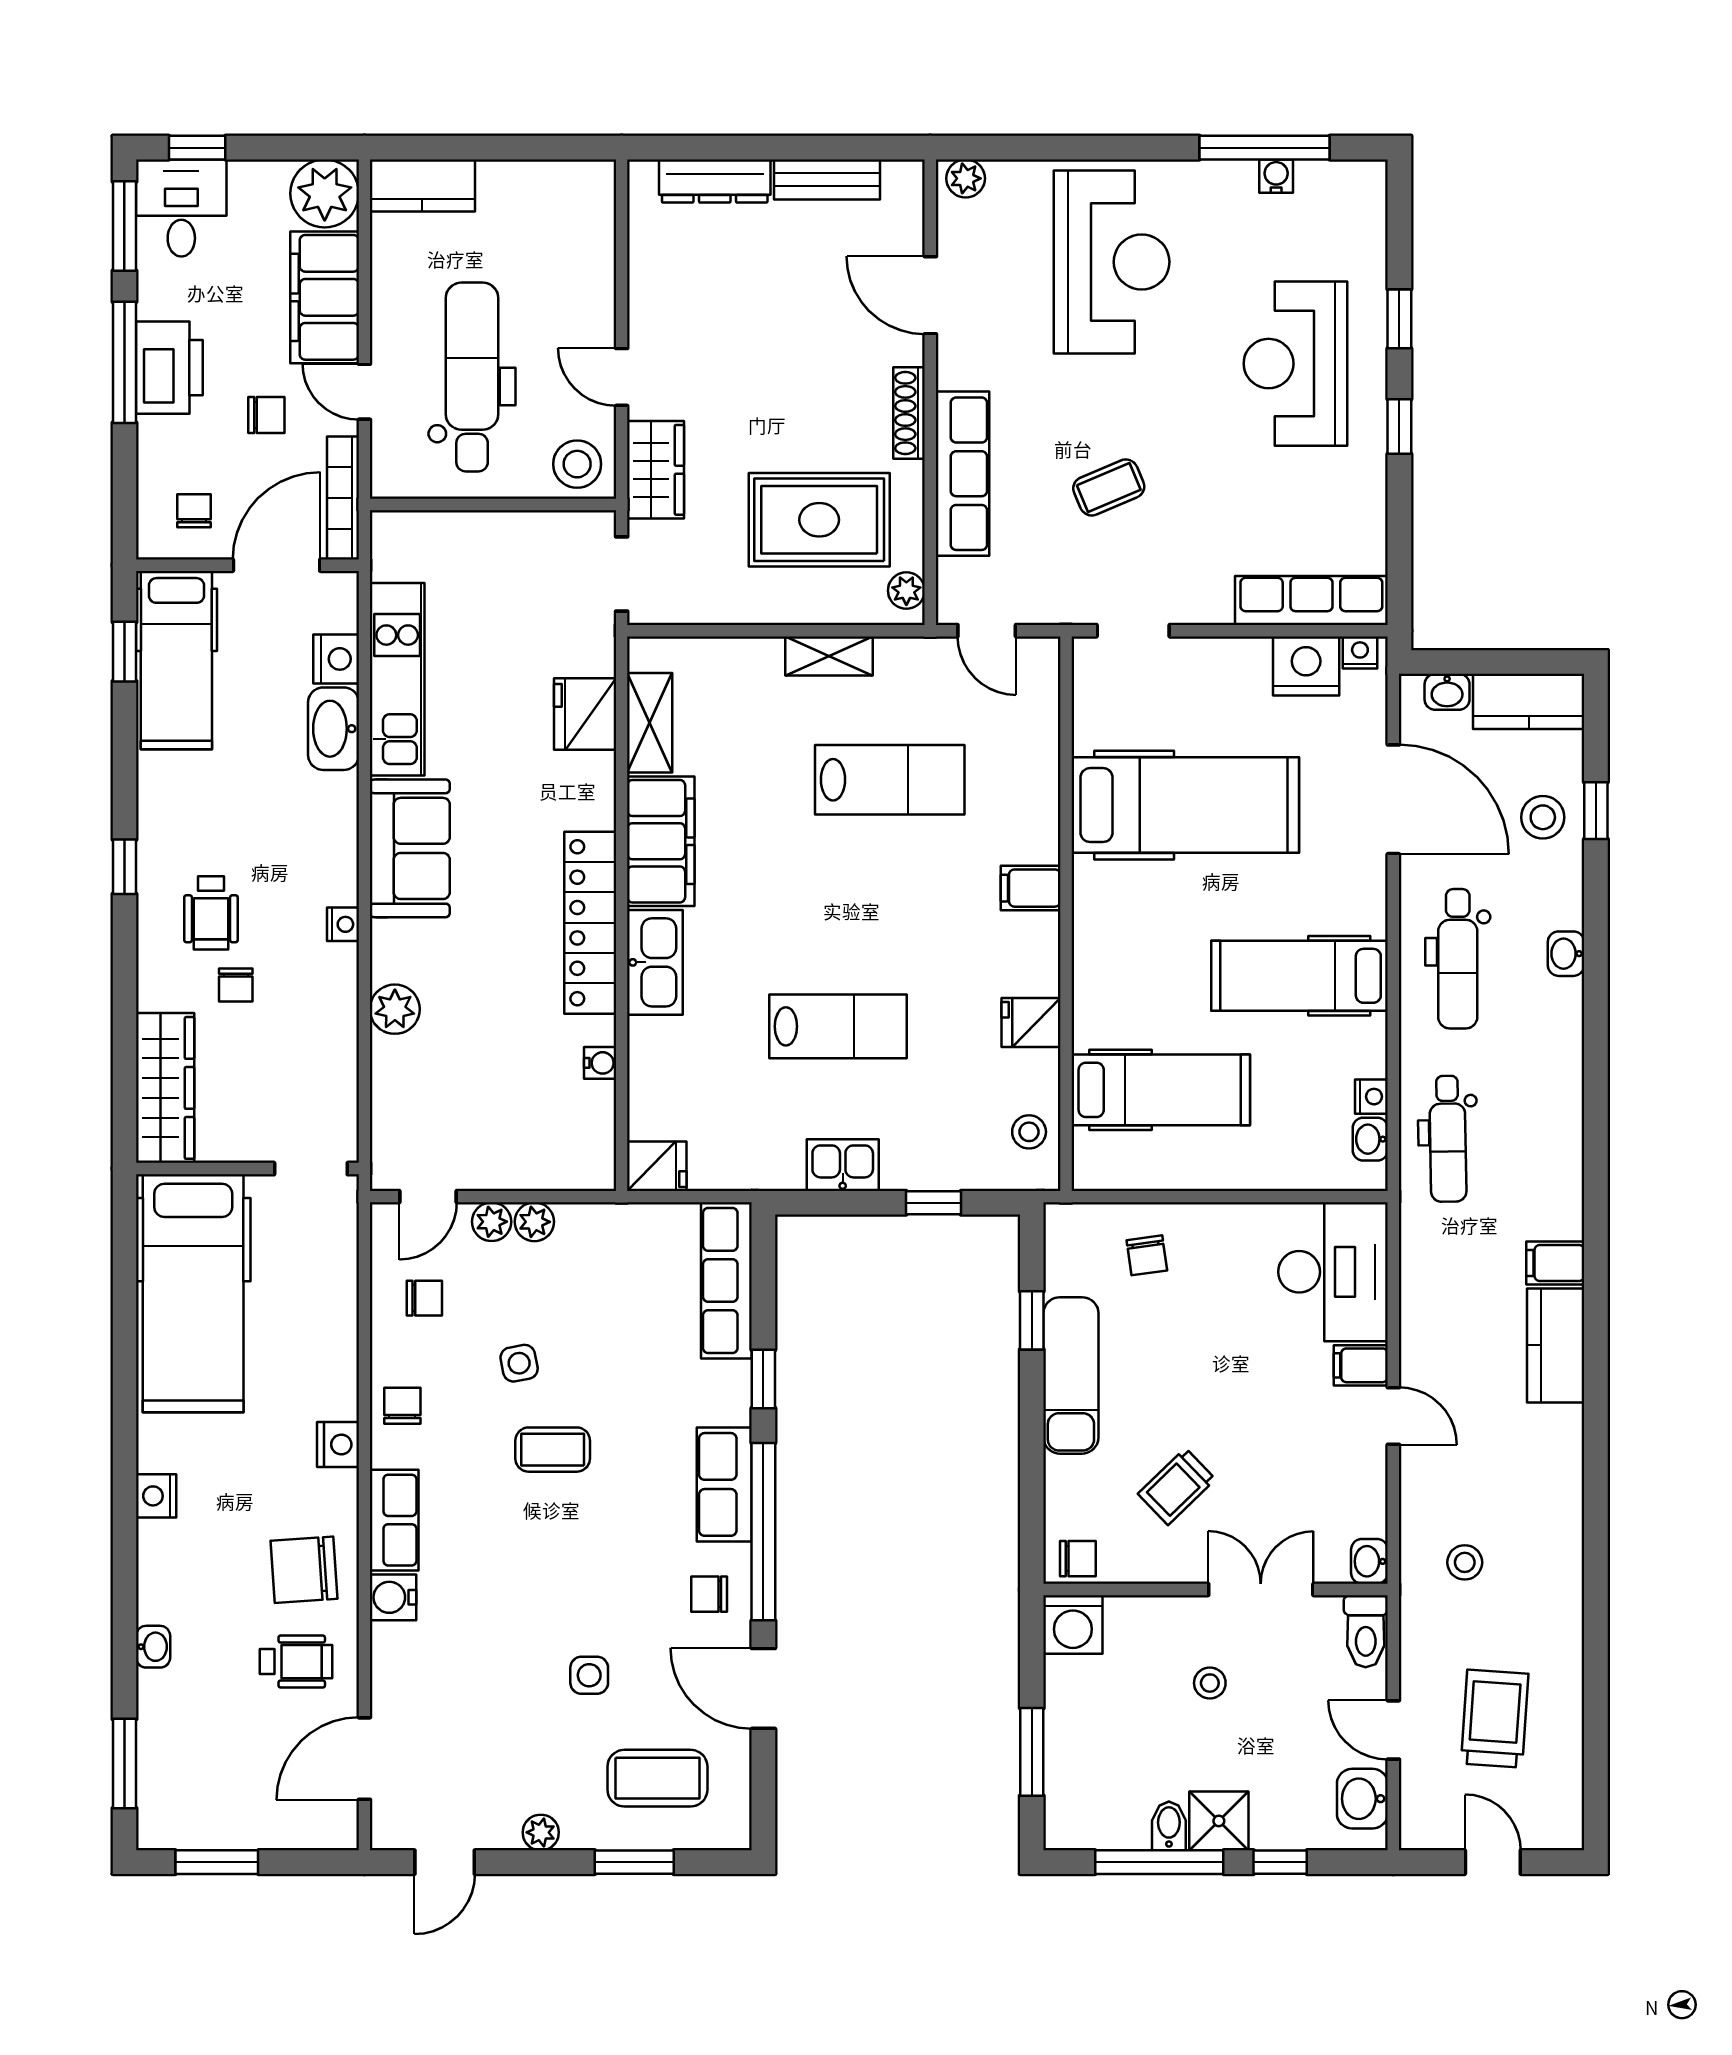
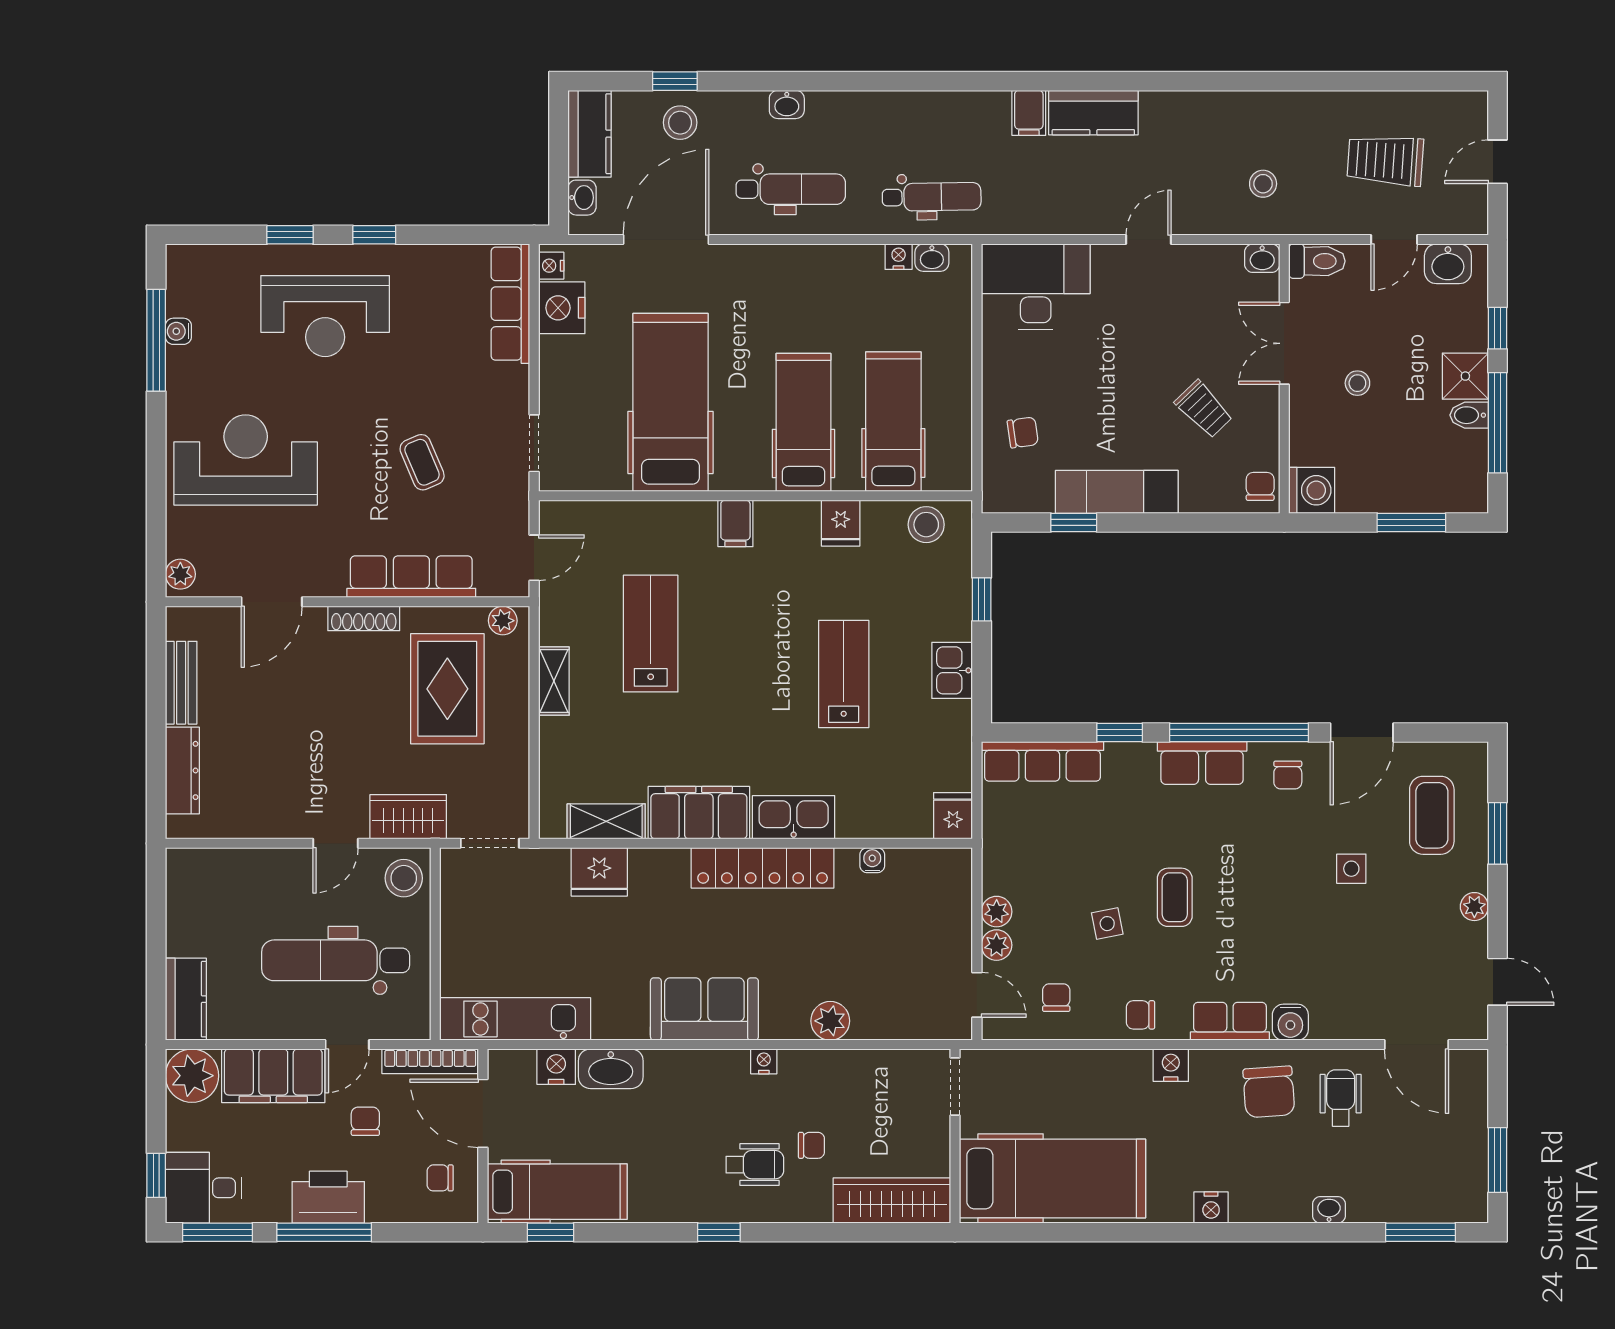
kitchen unit: (397, 679) -> (515, 1019), moved
hospital bed: (1300, 976) -> (803, 422), moved, turned 180
stool: (1029, 1132) -> (926, 525), width x1.37, depth x1.37
filing cabinet: (1361, 1365) -> (1109, 265), removed

